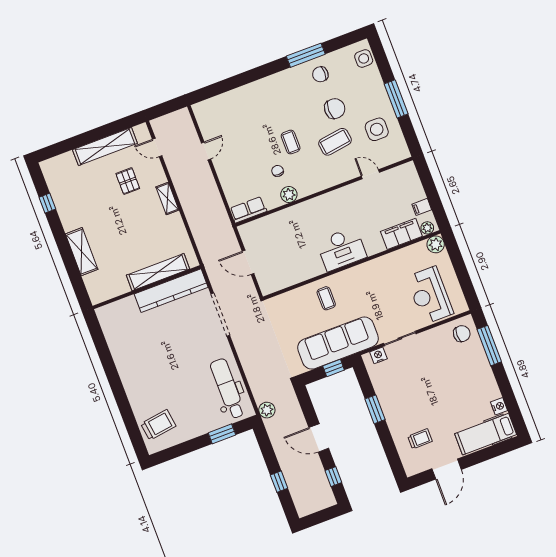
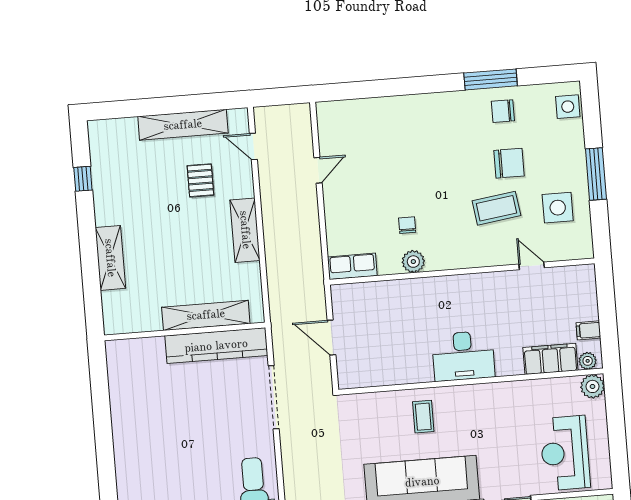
coffee table: (291, 142) -> (436, 191), removed
shelving: (167, 199) -> (245, 230), width x1.50, depth x1.33

